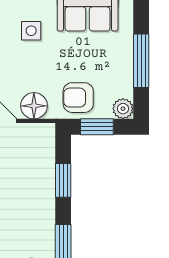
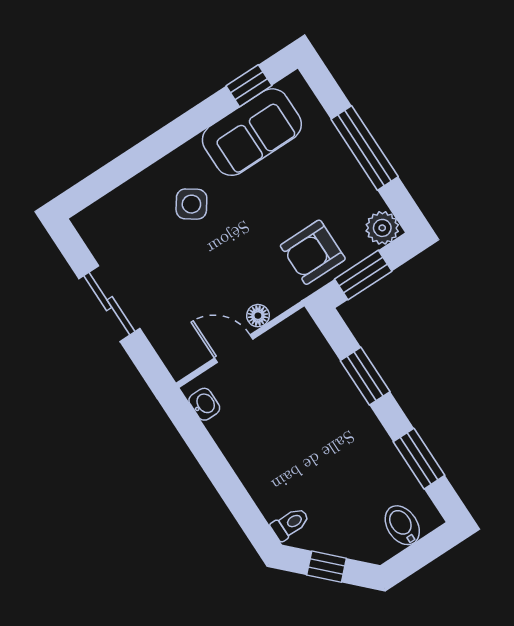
side table: (31, 31) -> (191, 204), turned 35
floor lamp: (34, 106) -> (258, 316), width x0.53, depth x0.53

